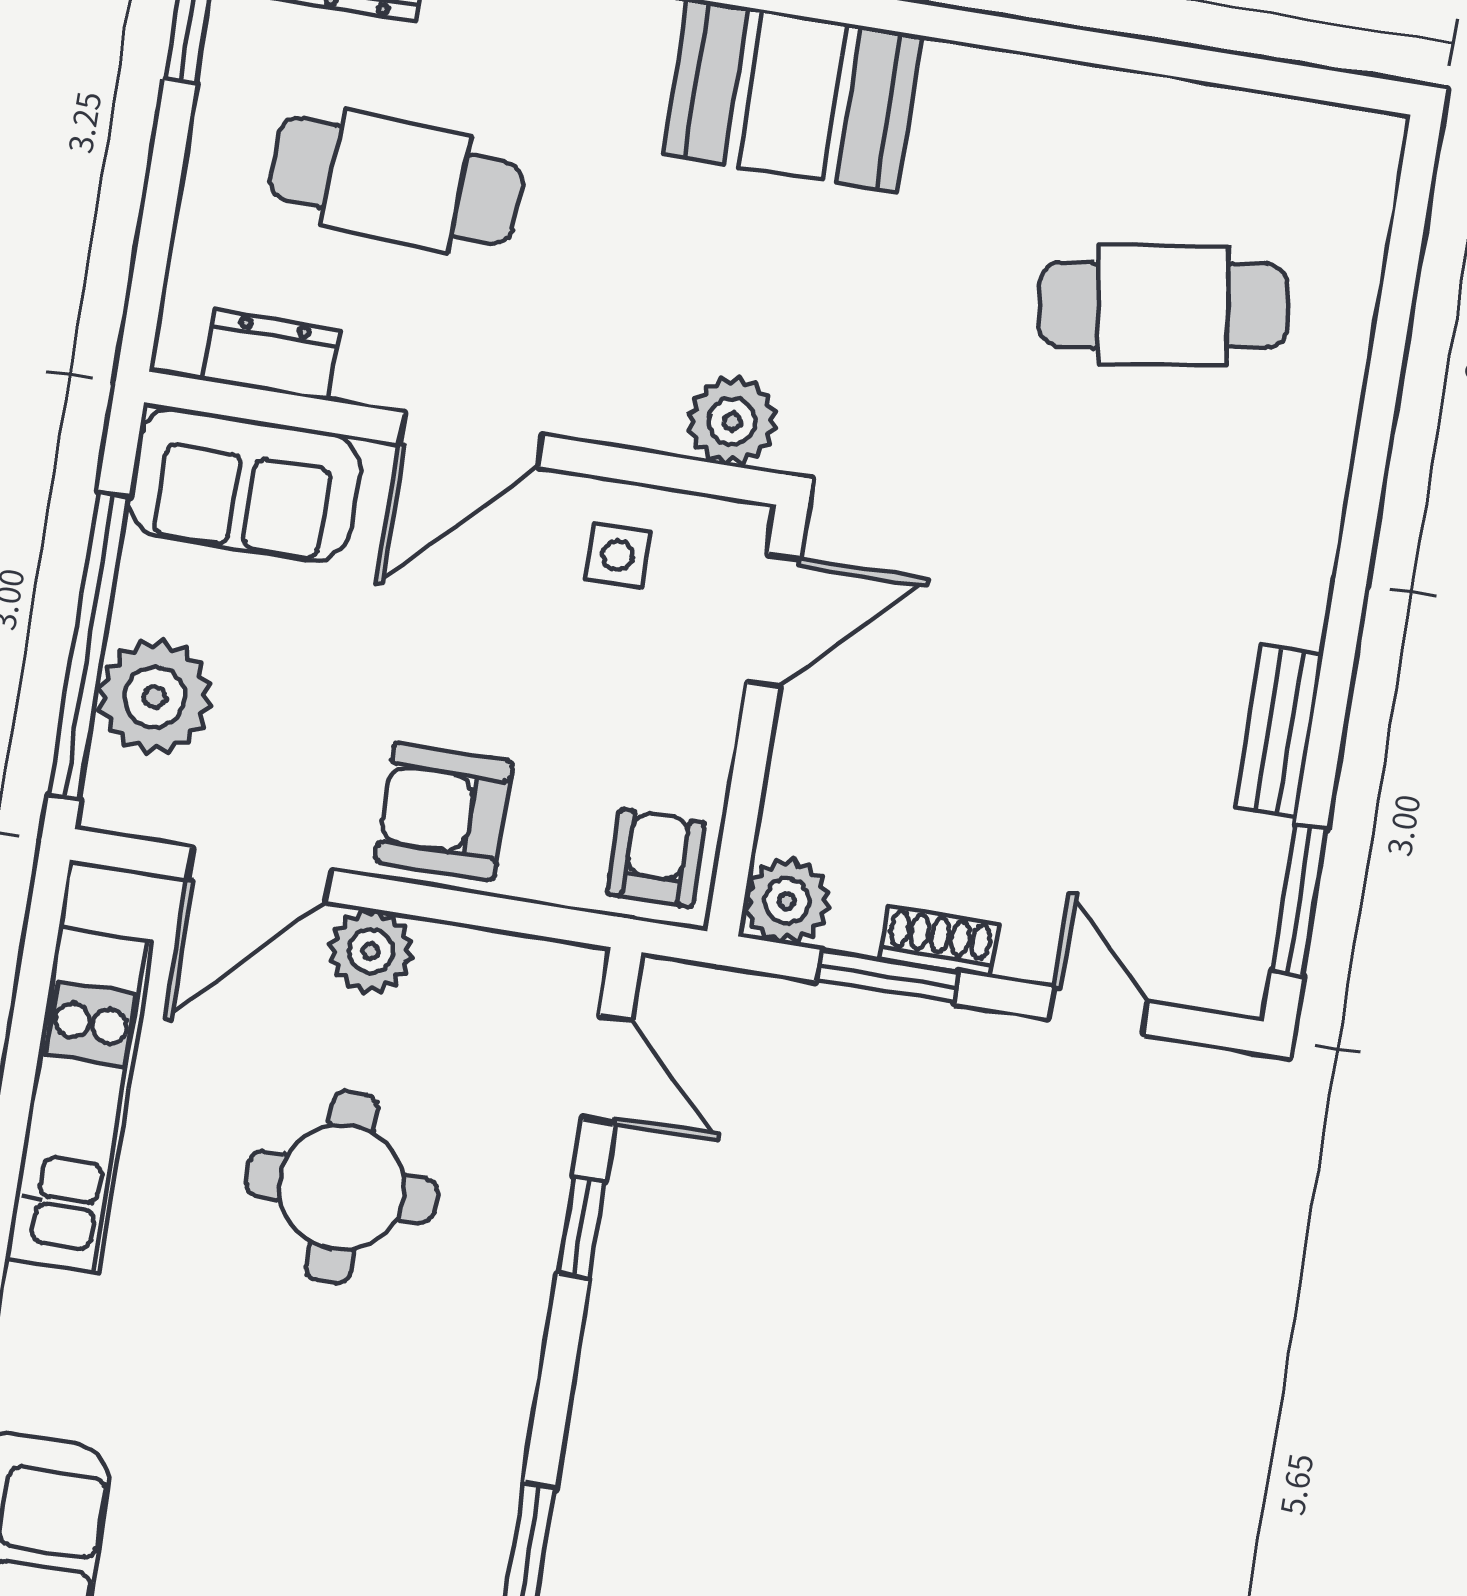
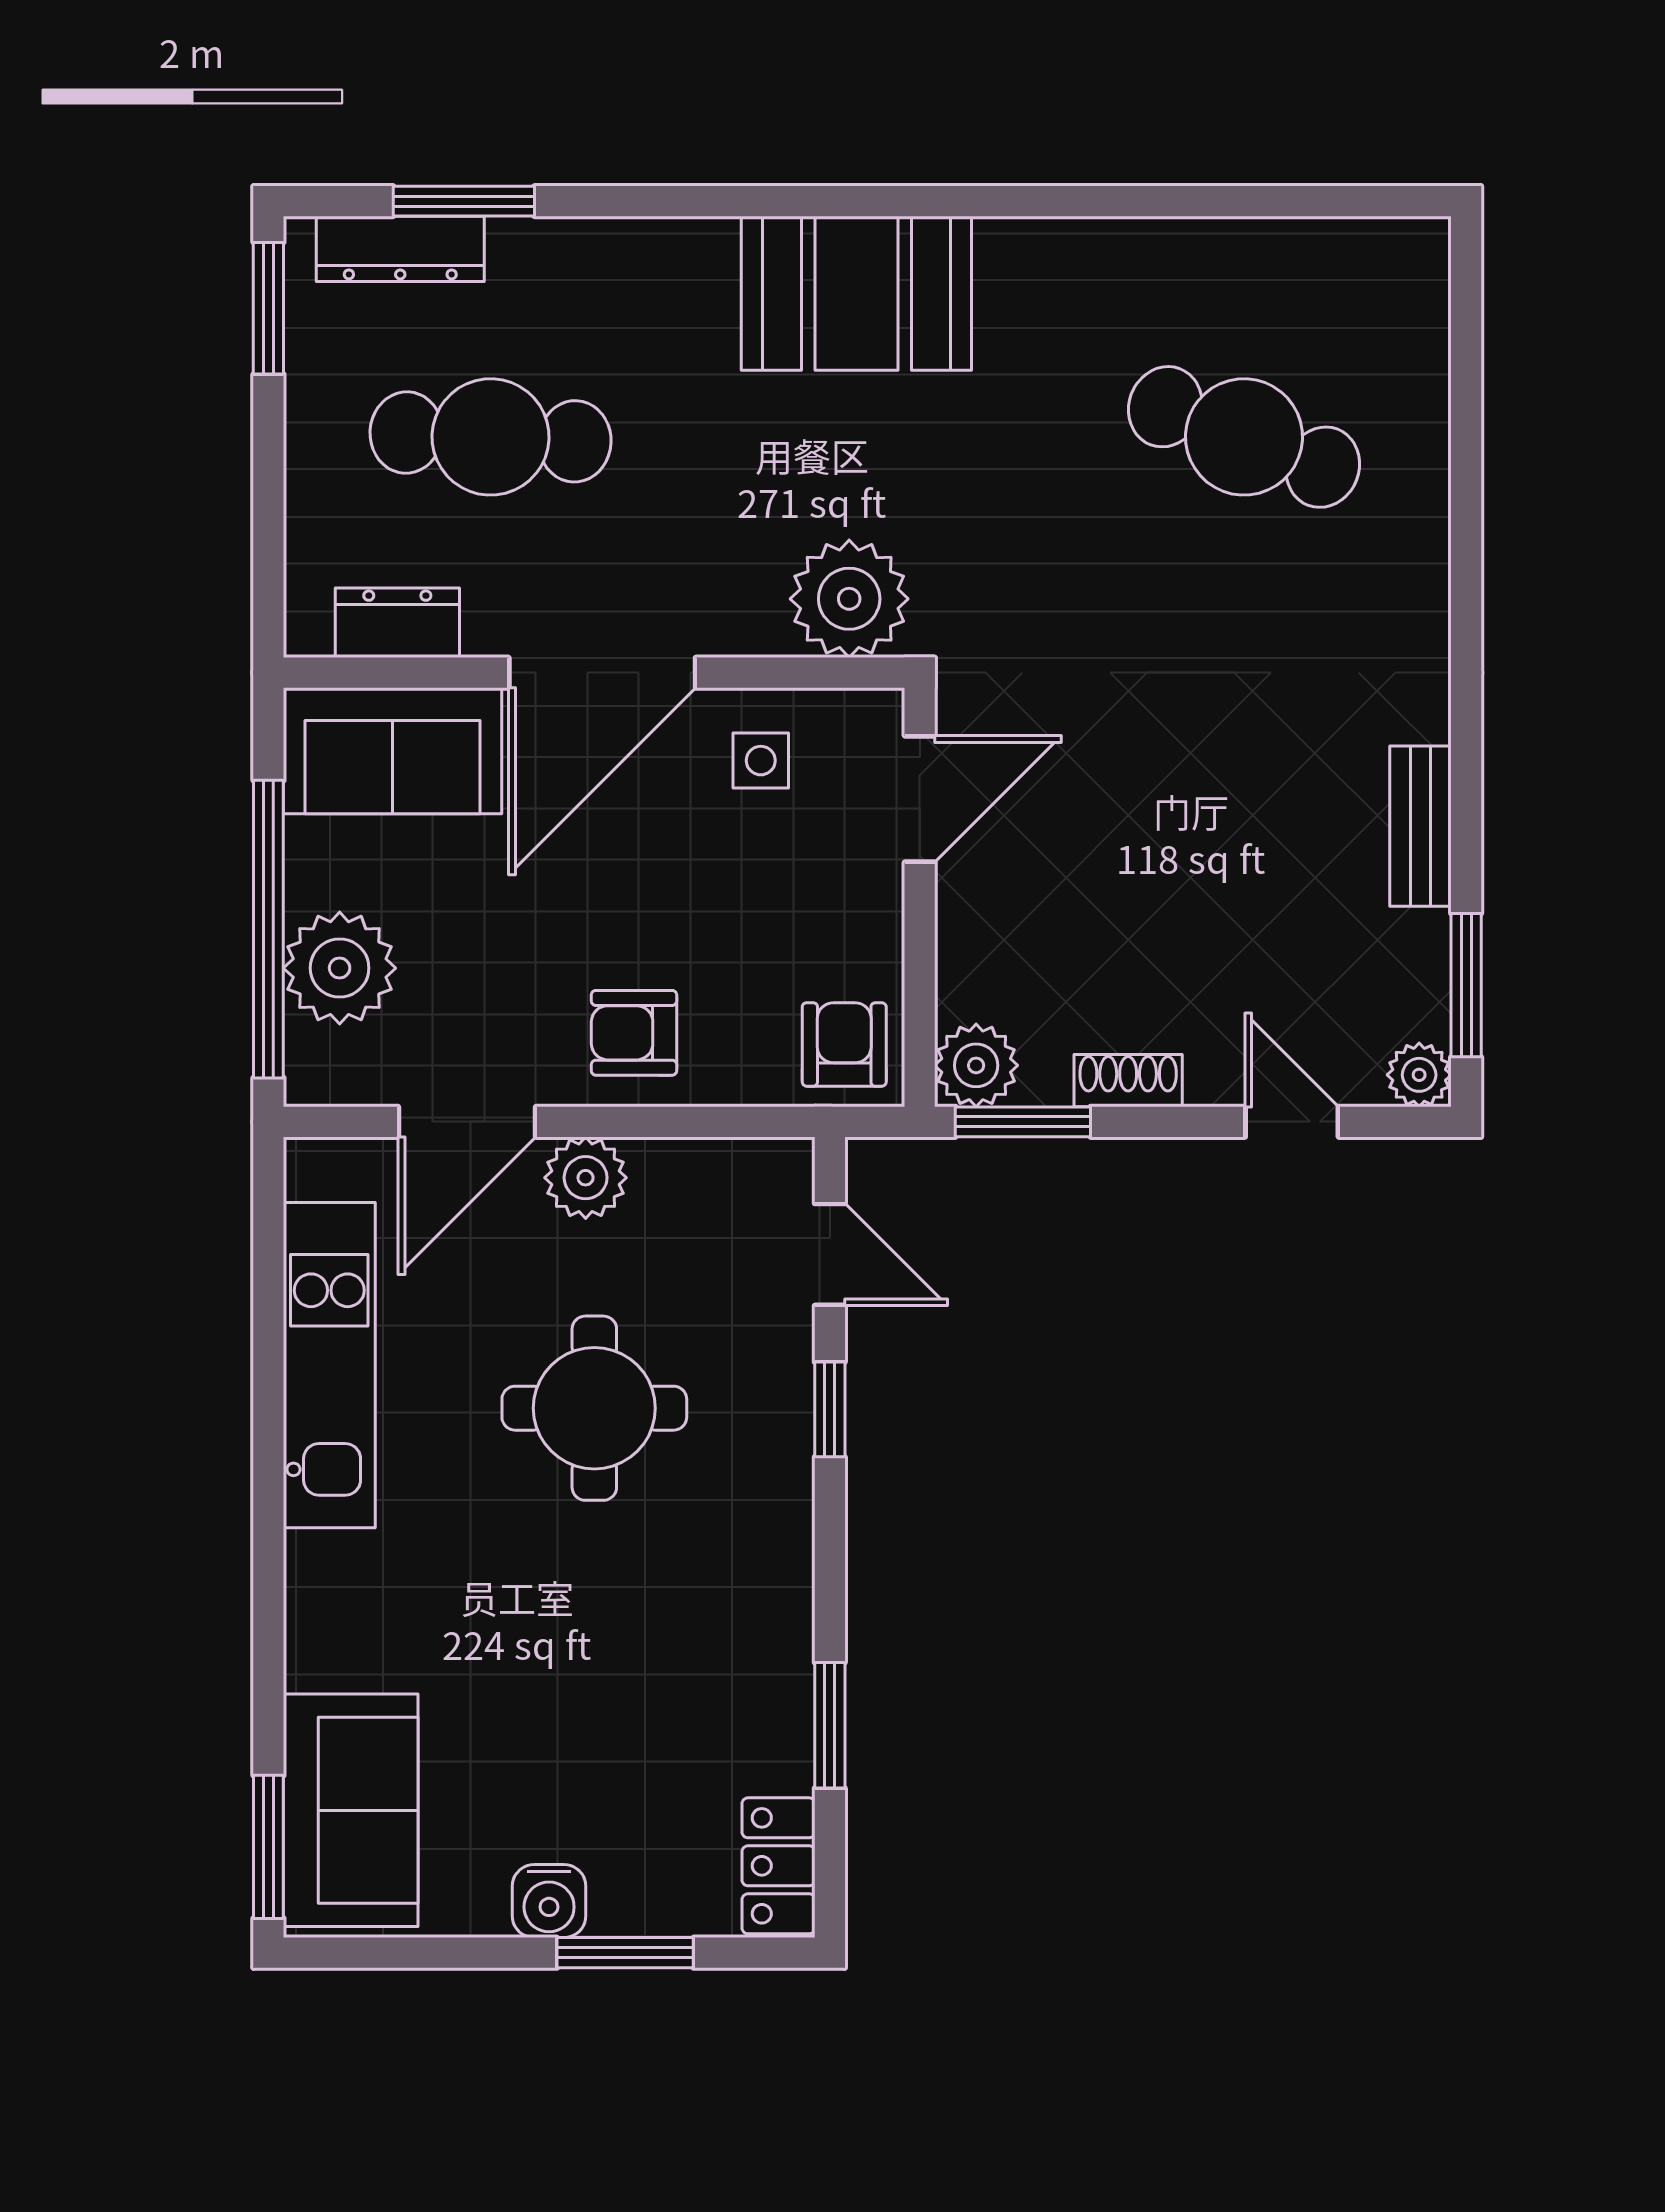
cafe table: (1163, 305) -> (1244, 437), turned 30
plant: (732, 421) -> (849, 599), width x1.36, depth x1.36
door: (471, 440) -> (602, 673), width x1.36
armchair: (444, 811) -> (634, 1033), width x0.72, depth x0.72
window: (888, 976) -> (1023, 1122), moved
plant: (1236, 984) -> (1419, 1075), added

